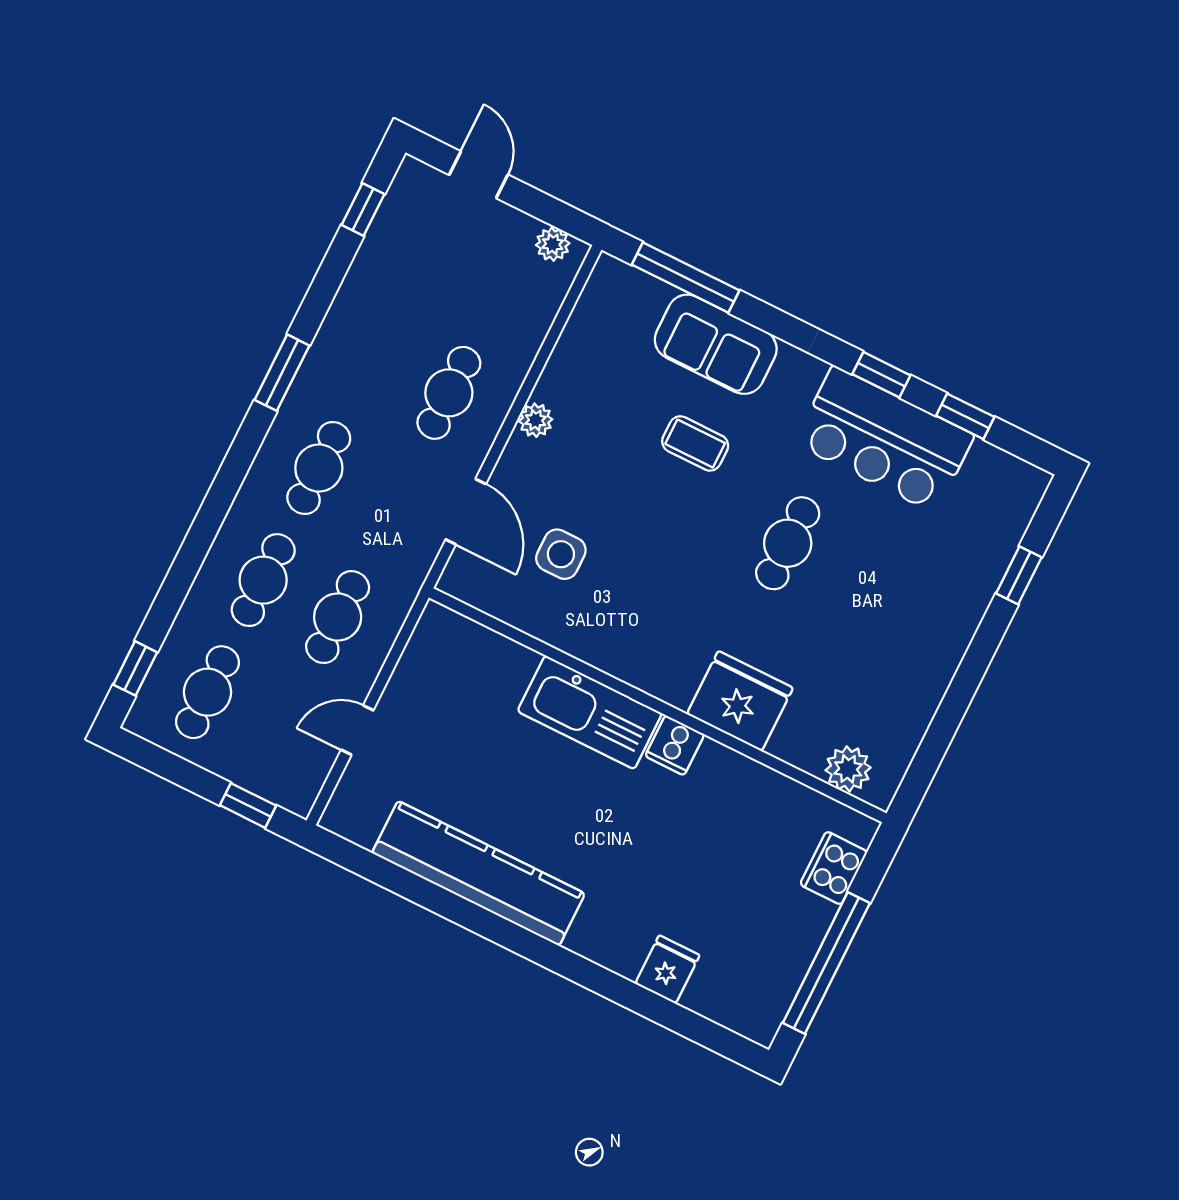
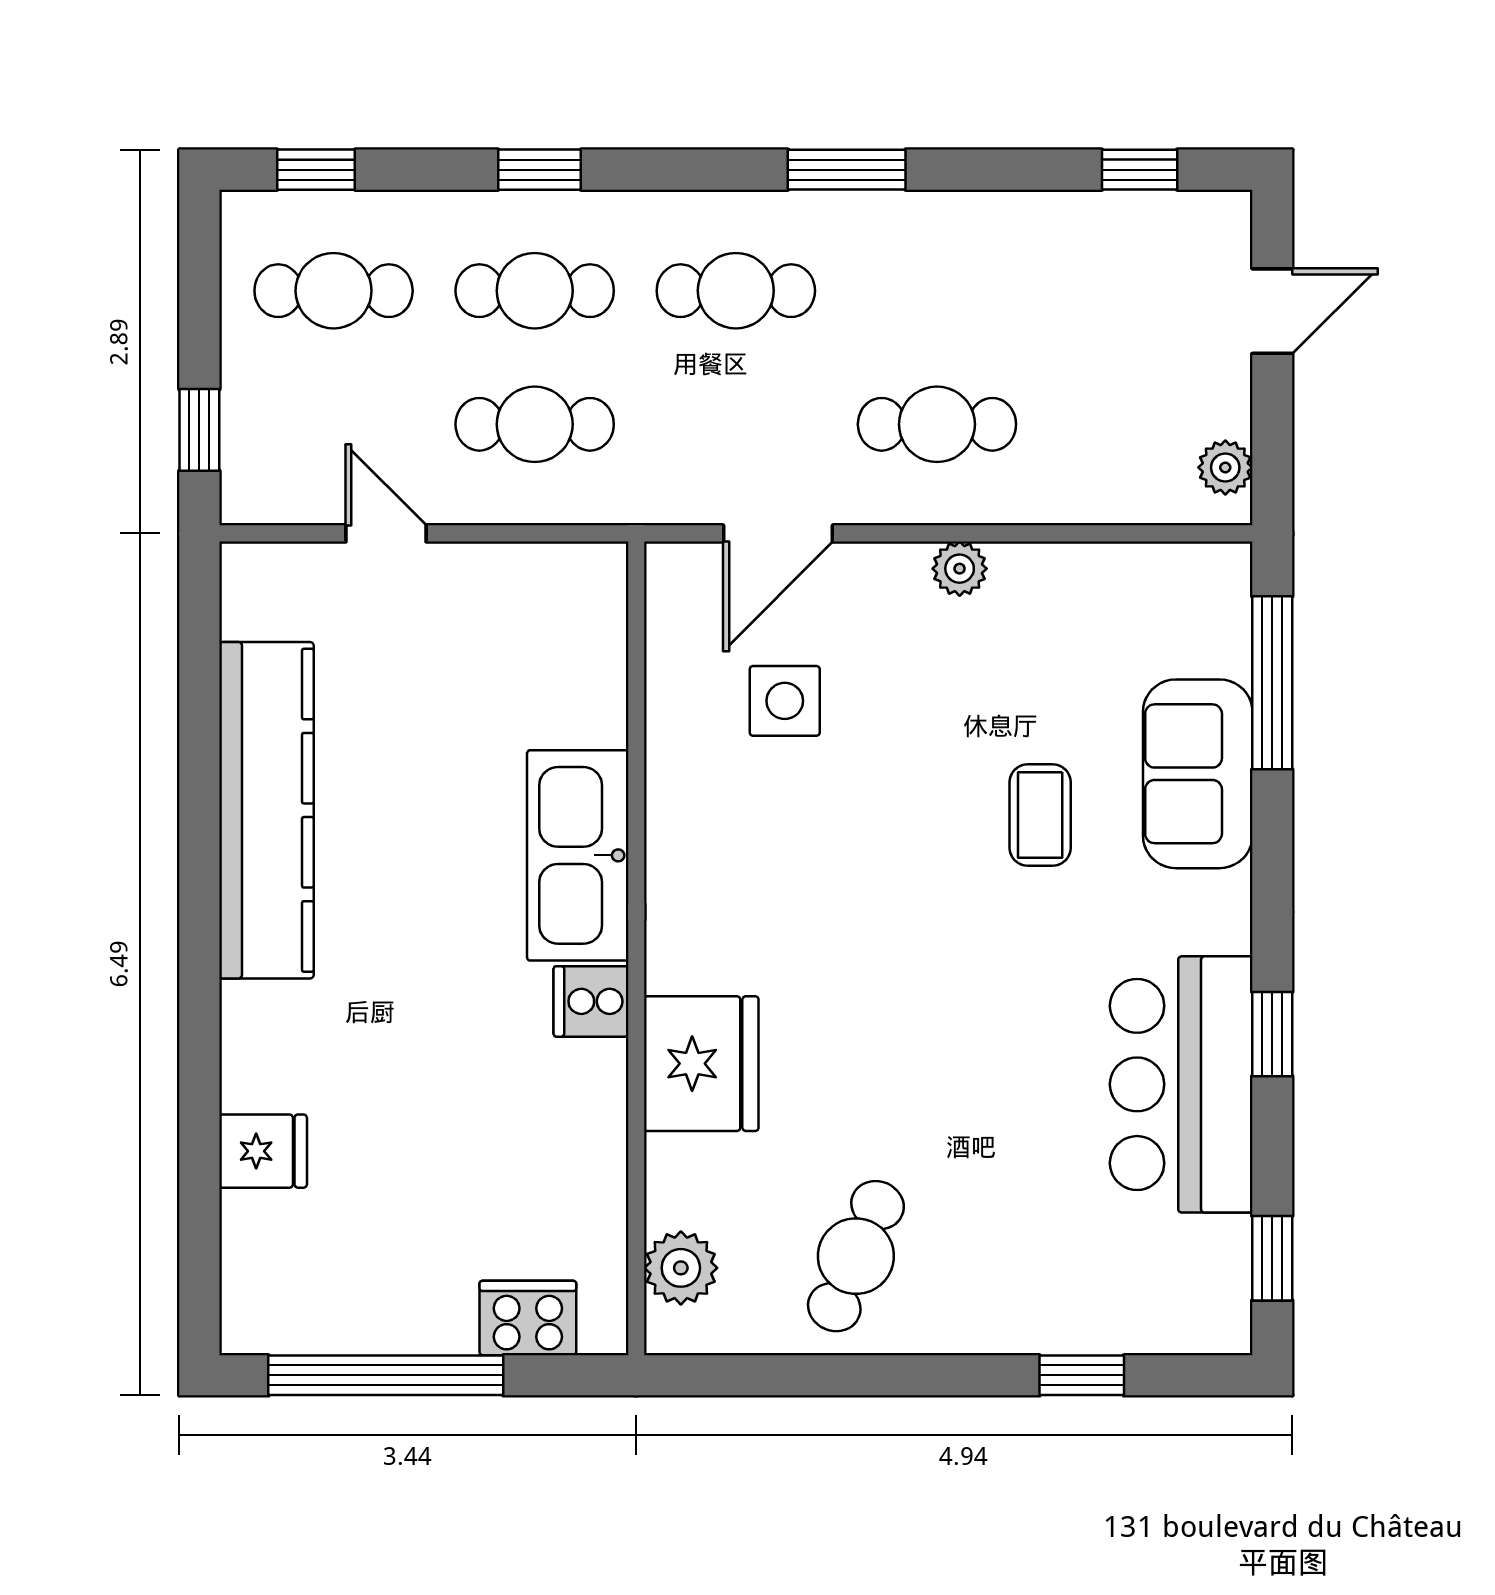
window: (965, 416) -> (1272, 1258), moved
cafe table: (788, 543) -> (856, 1256), moved, turned -67
window: (197, 544) -> (540, 170), added

